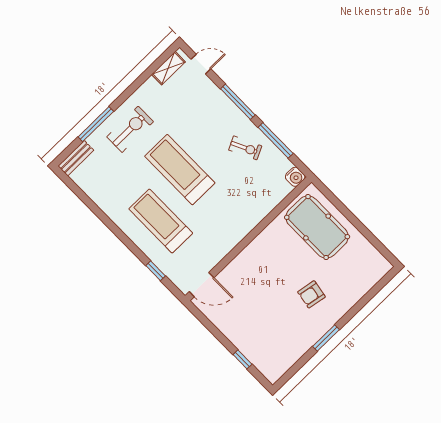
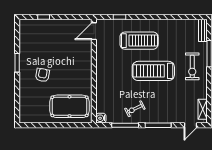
treadmill: (180, 170) -> (153, 71), turned 180

